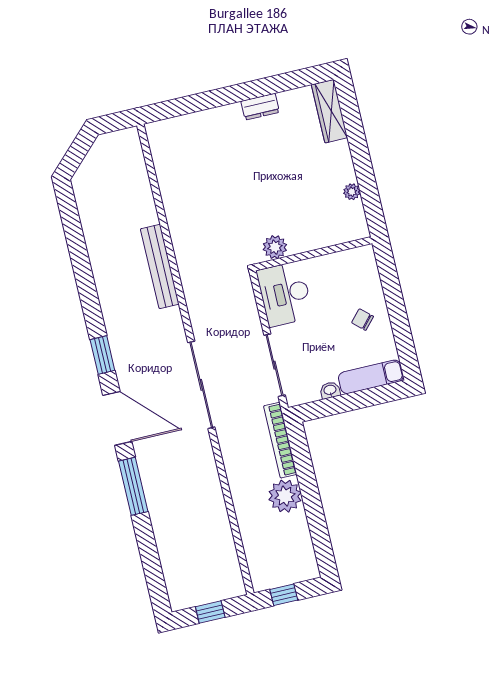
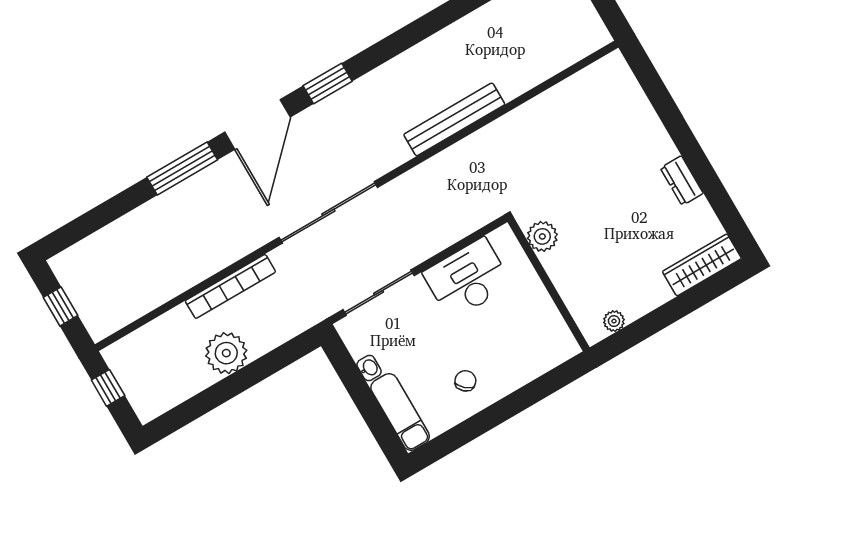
plant: (275, 247) -> (542, 236), moved
wall: (313, 254) -> (548, 285), moved
bookcase: (280, 440) -> (230, 286), moved, turned 180

